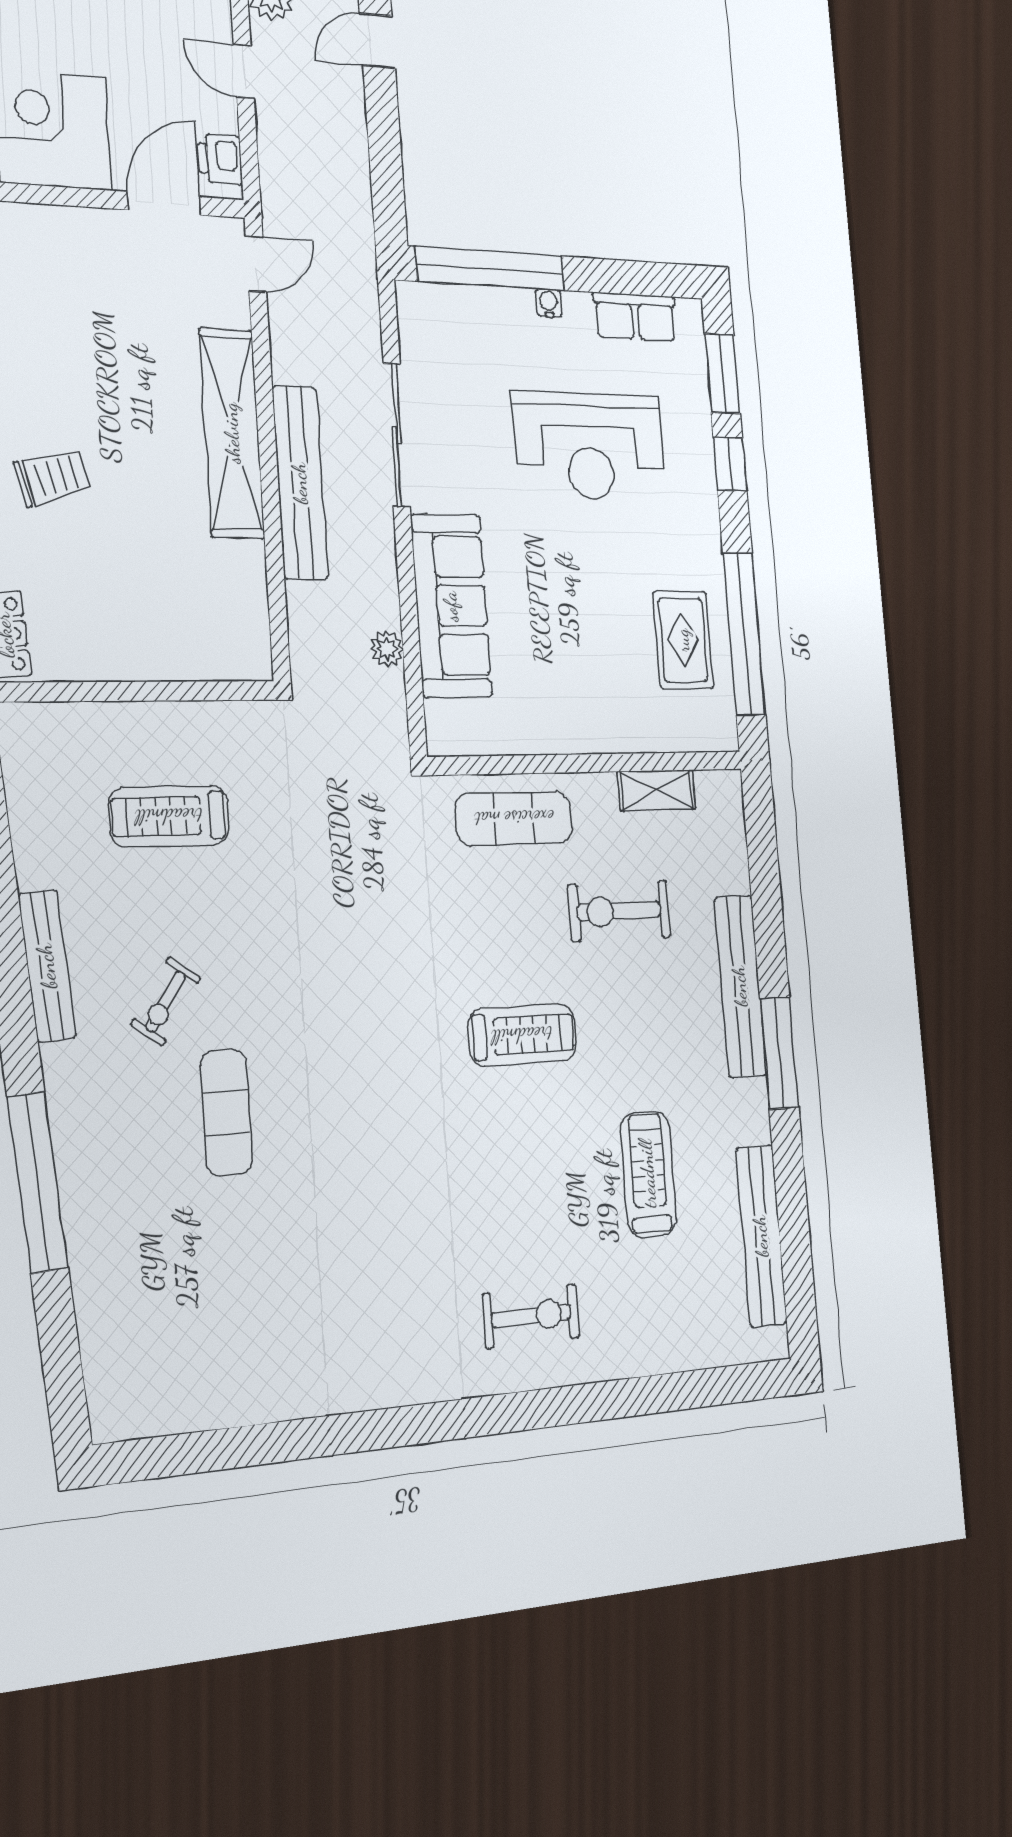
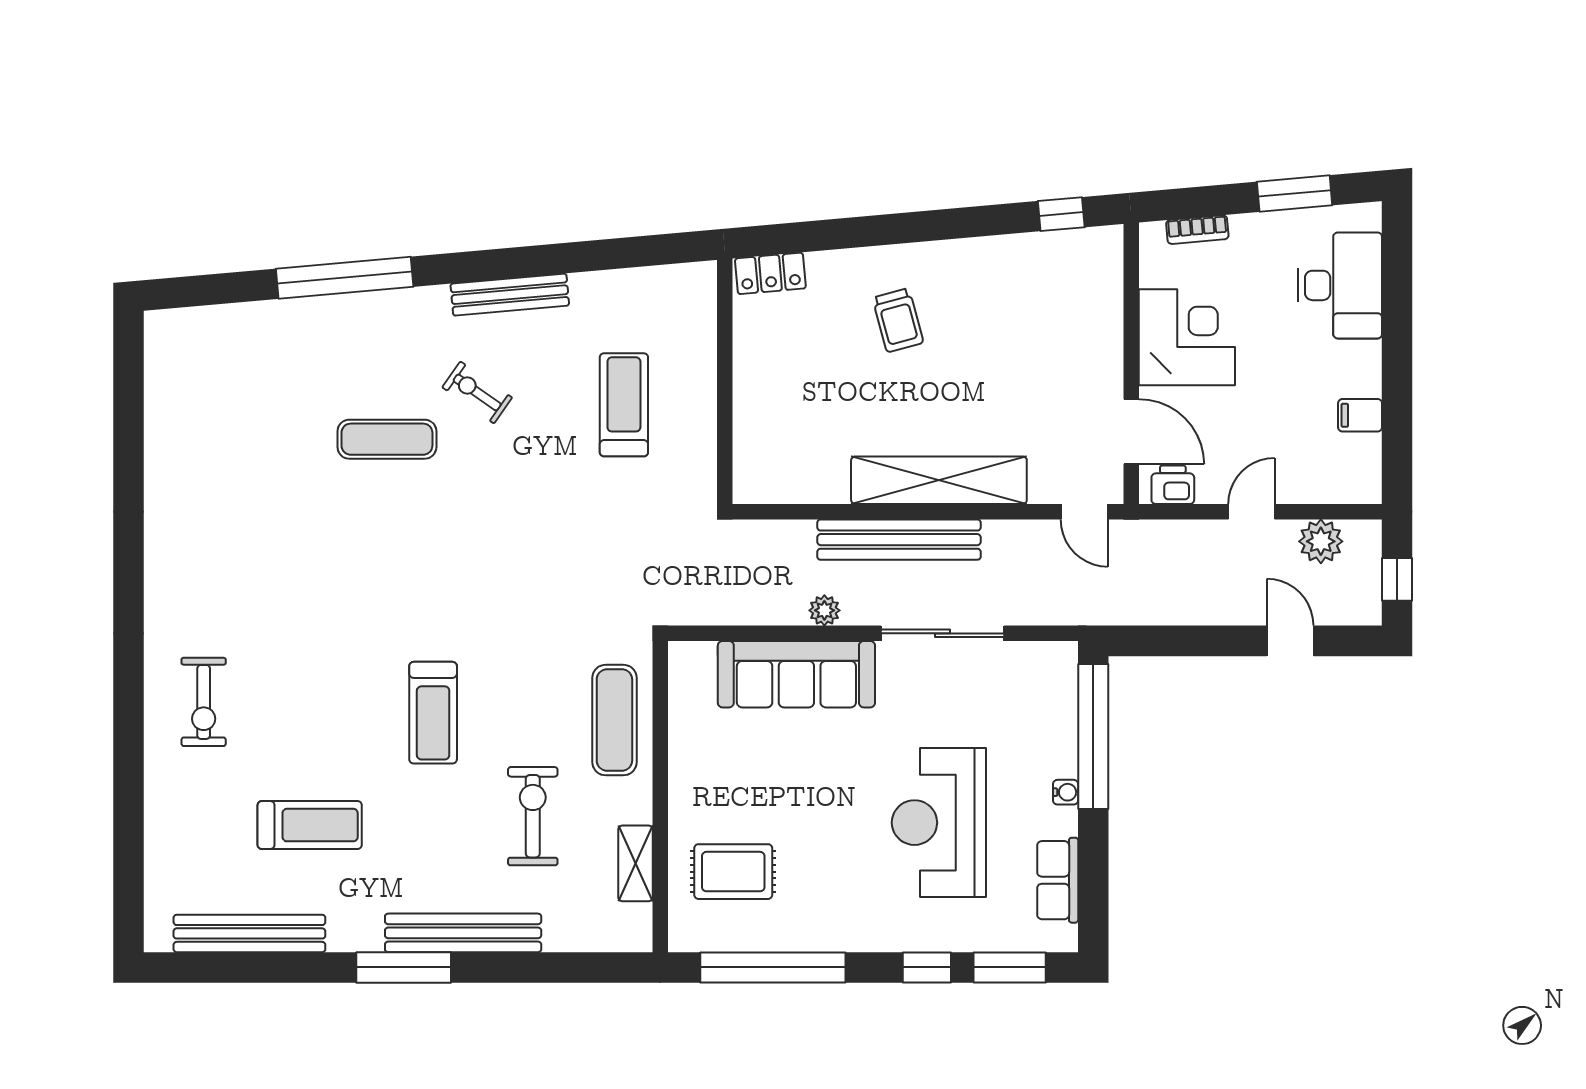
rug: (683, 640) -> (733, 872), moved
plant: (387, 649) -> (824, 610), moved

